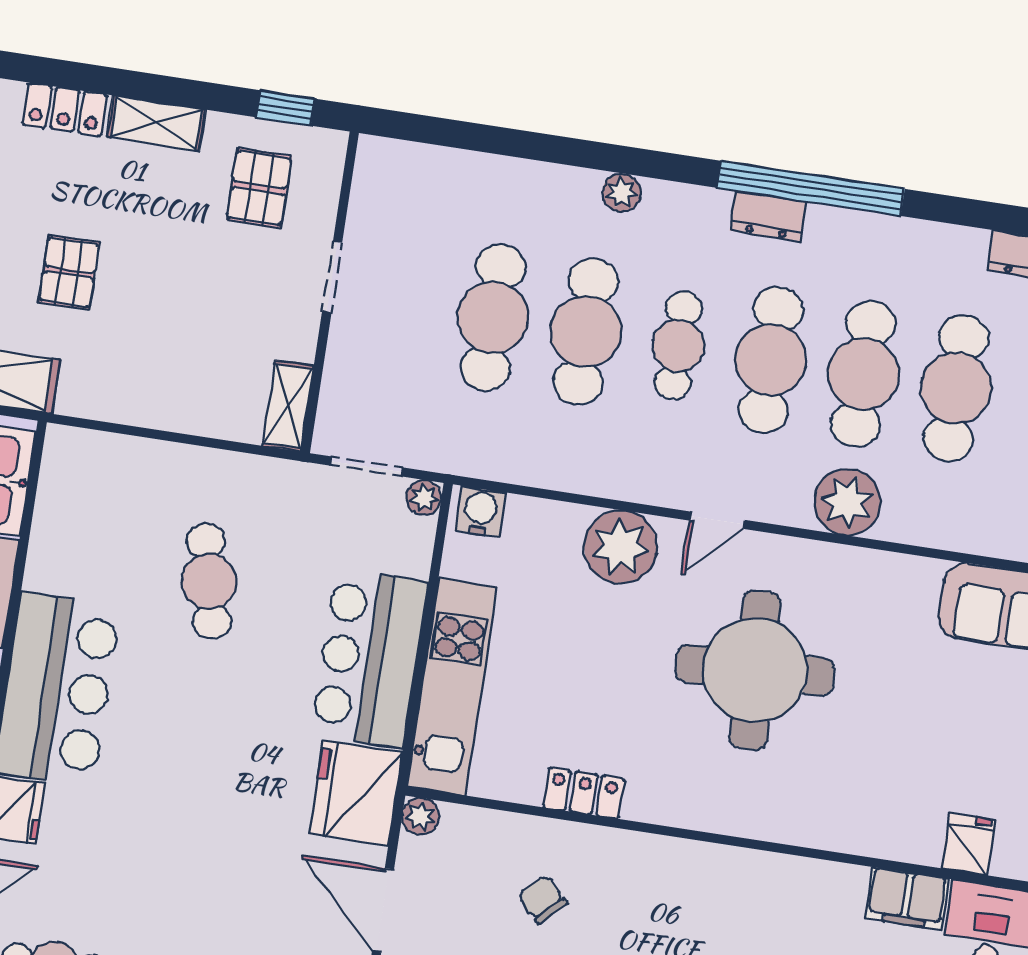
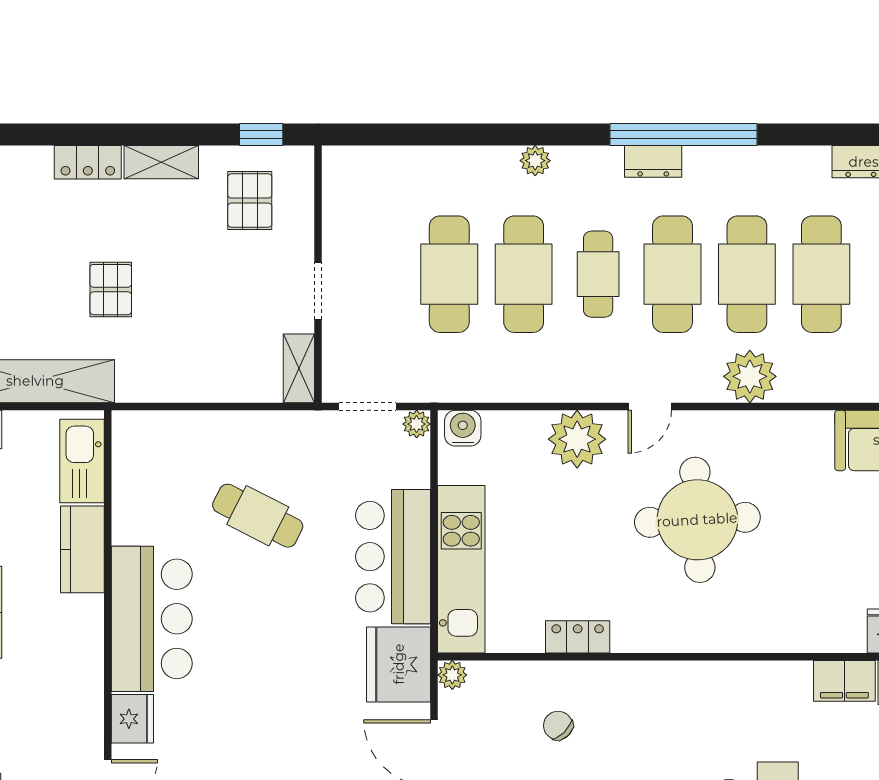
doorway: (332, 277) -> (318, 291), moved
cafe table: (209, 581) -> (258, 516), turned -50

